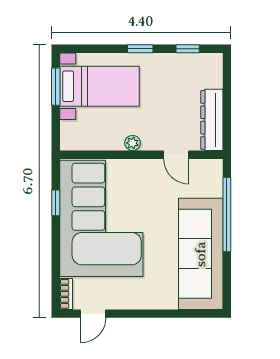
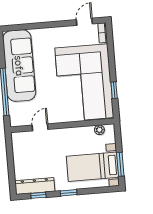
dresser: (212, 120) -> (35, 186), moved, turned -90
plant: (133, 143) -> (99, 130), moved
door: (176, 155) -> (40, 127), hinge flipped

